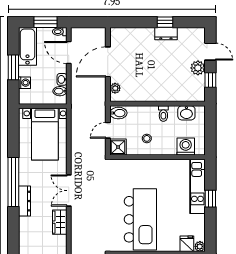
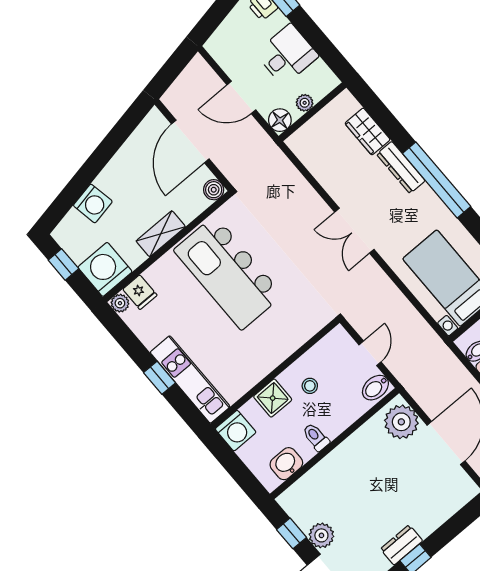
plant: (115, 88) -> (401, 422), width x1.88, depth x1.88
shower: (118, 147) -> (273, 398), moved
washing machine: (186, 147) -> (236, 431), moved
double door: (69, 191) -> (354, 231), swing flipped
wardrobe: (60, 222) -> (368, 131), moved, turned 180

